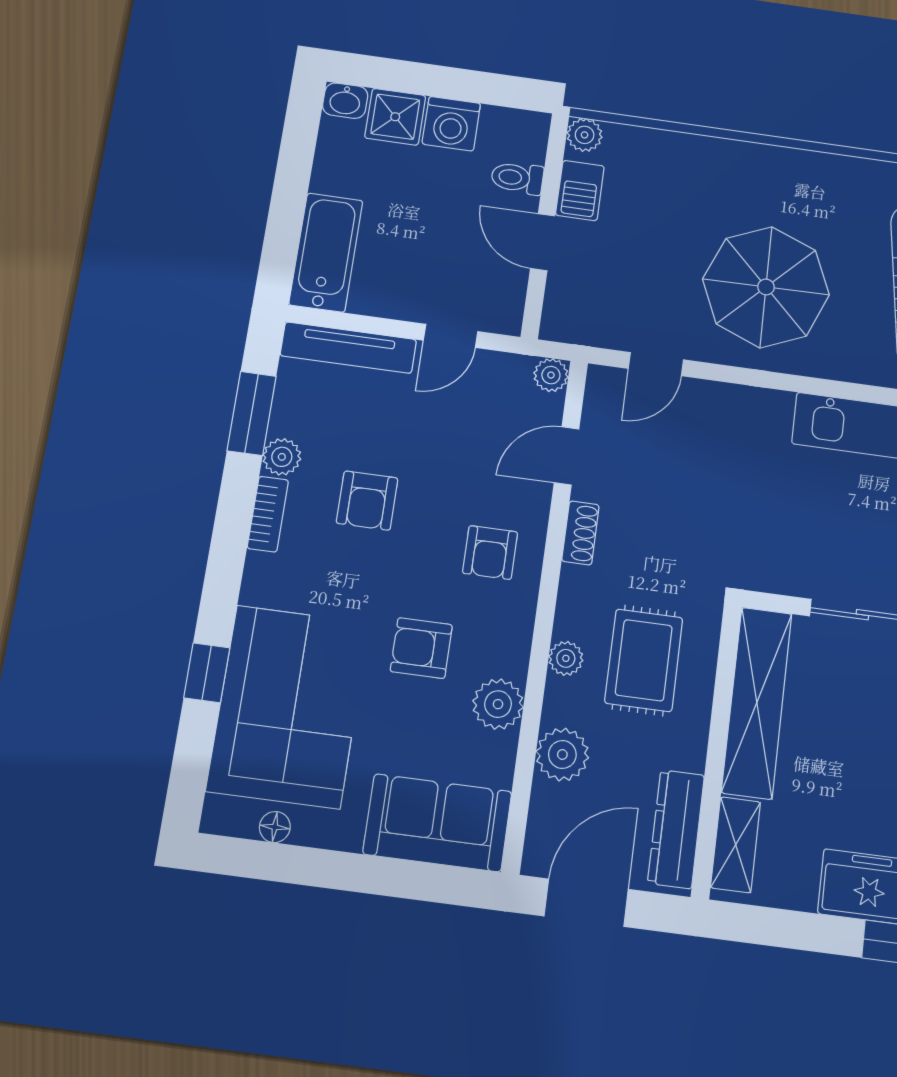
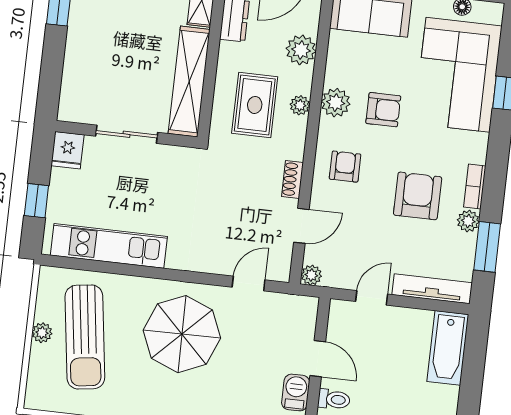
armchair: (367, 501) -> (418, 196), width x1.38, depth x1.38
plant: (498, 704) -> (336, 103), moved

